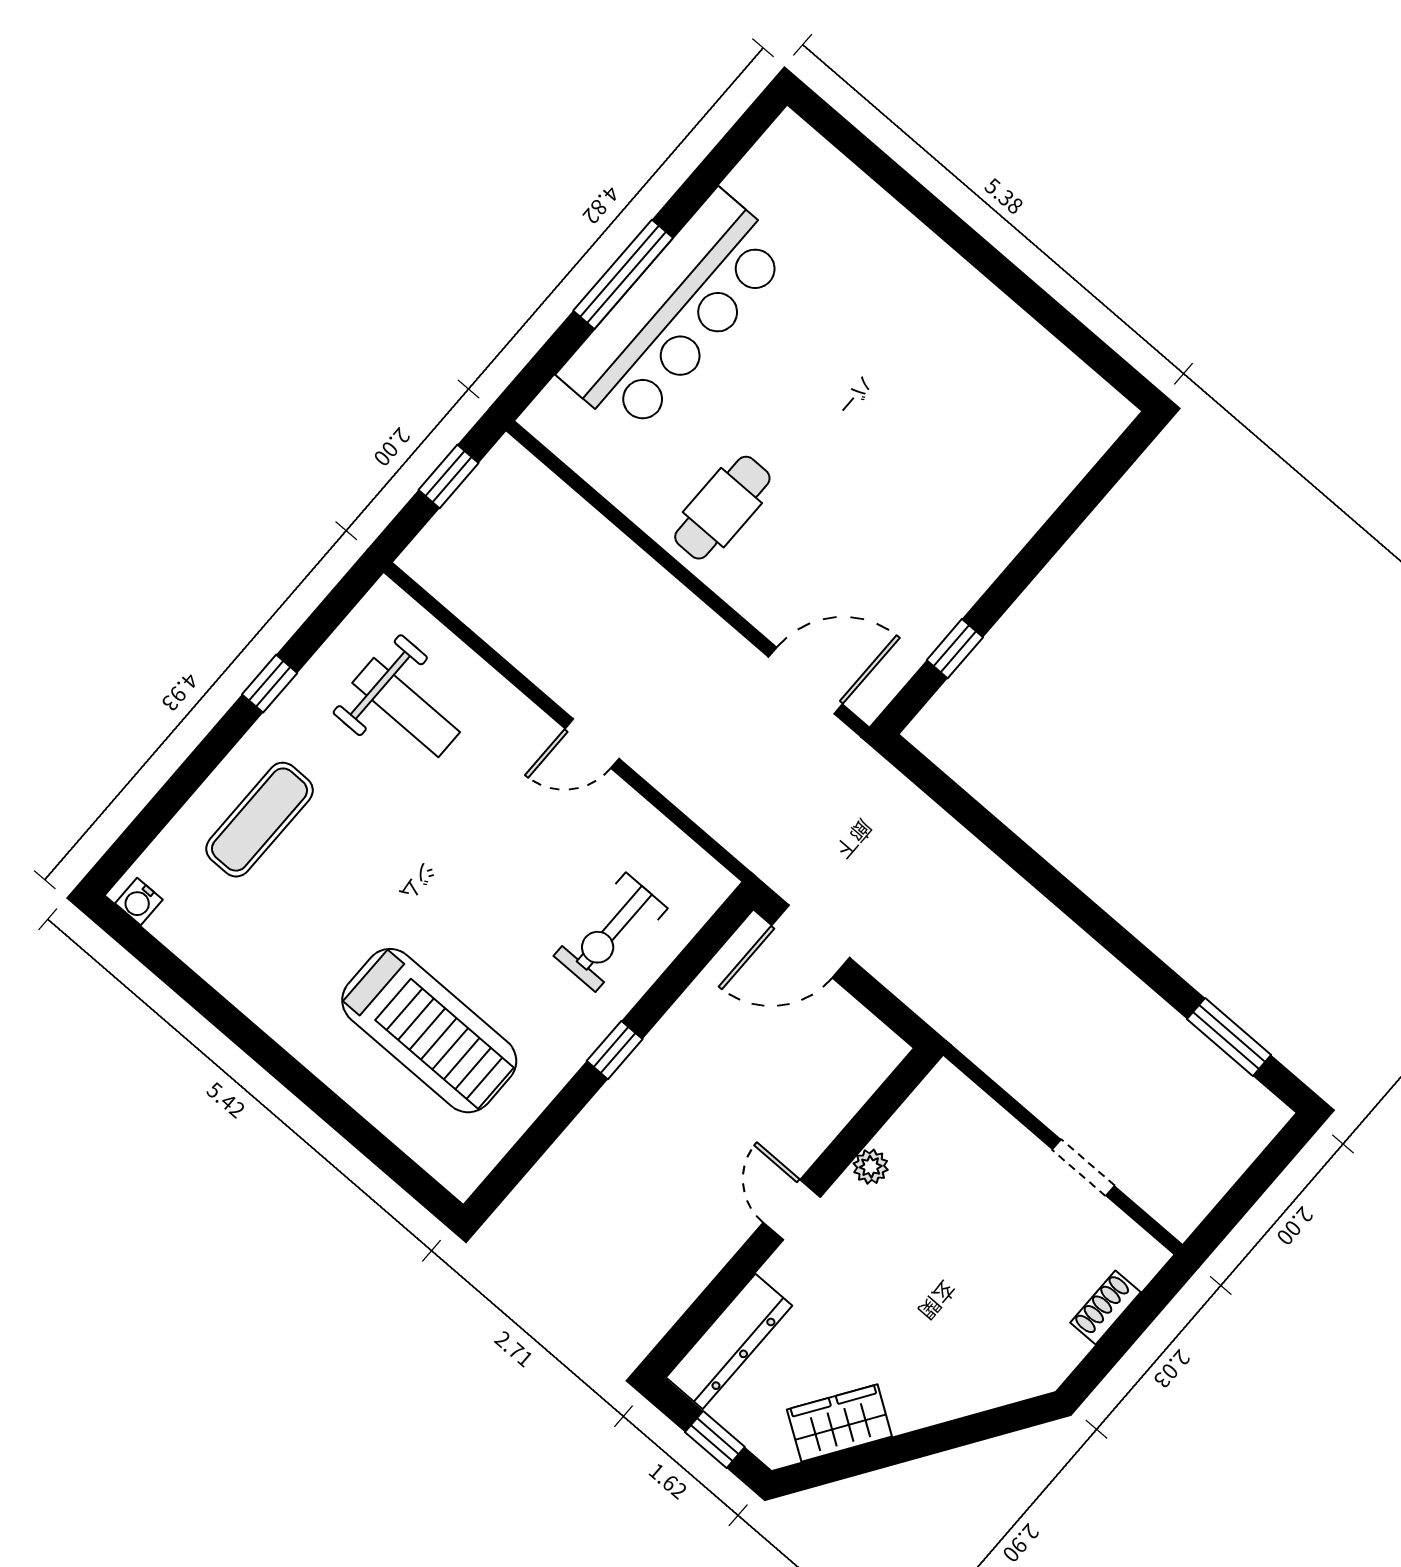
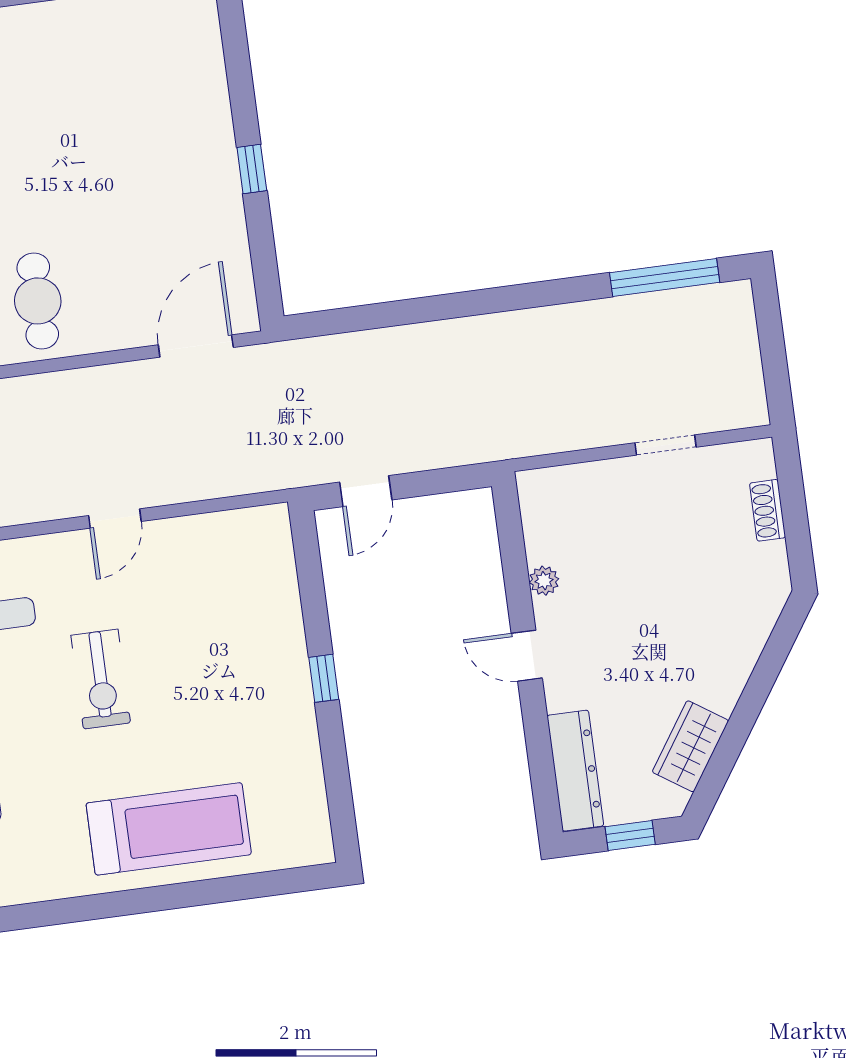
window: (955, 649) -> (252, 169), moved
exercise bike: (611, 932) -> (101, 679), moved
door: (811, 942) -> (366, 491), width x0.73
treadmill: (429, 1031) -> (169, 829), moved
window: (1229, 1037) -> (665, 277), width x1.44

